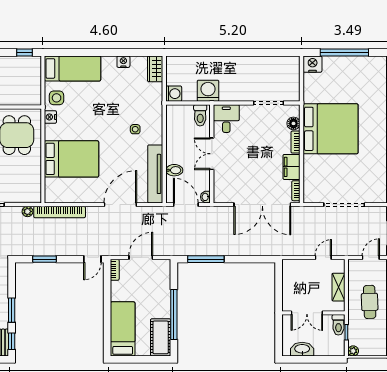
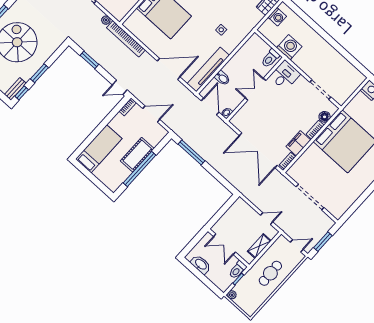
washing machine: (174, 94) -> (277, 17), moved
cot: (161, 337) -> (137, 155), moved

